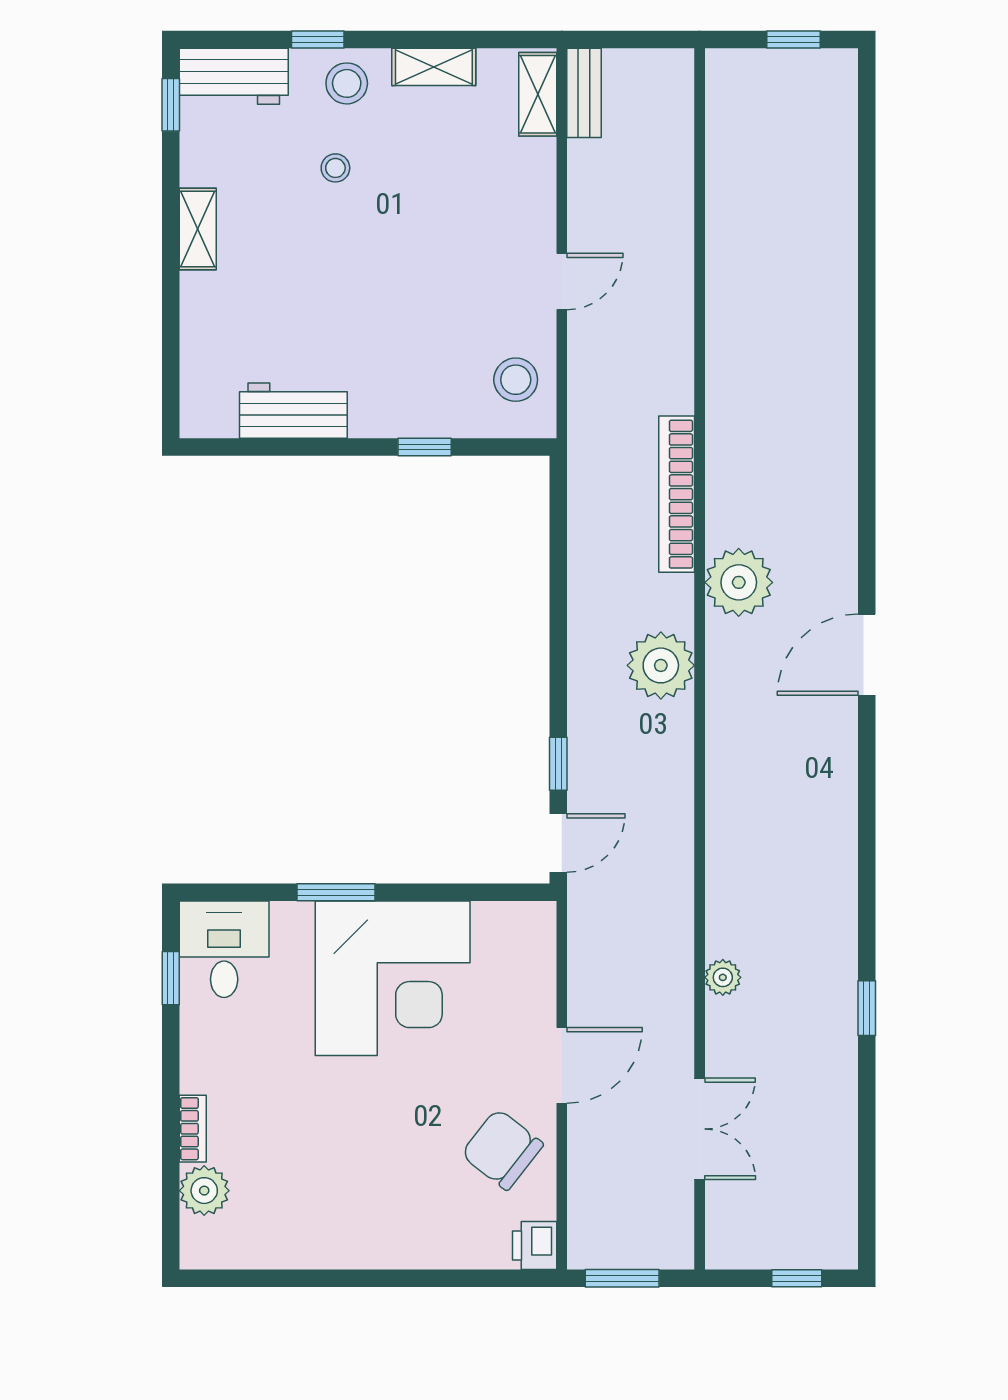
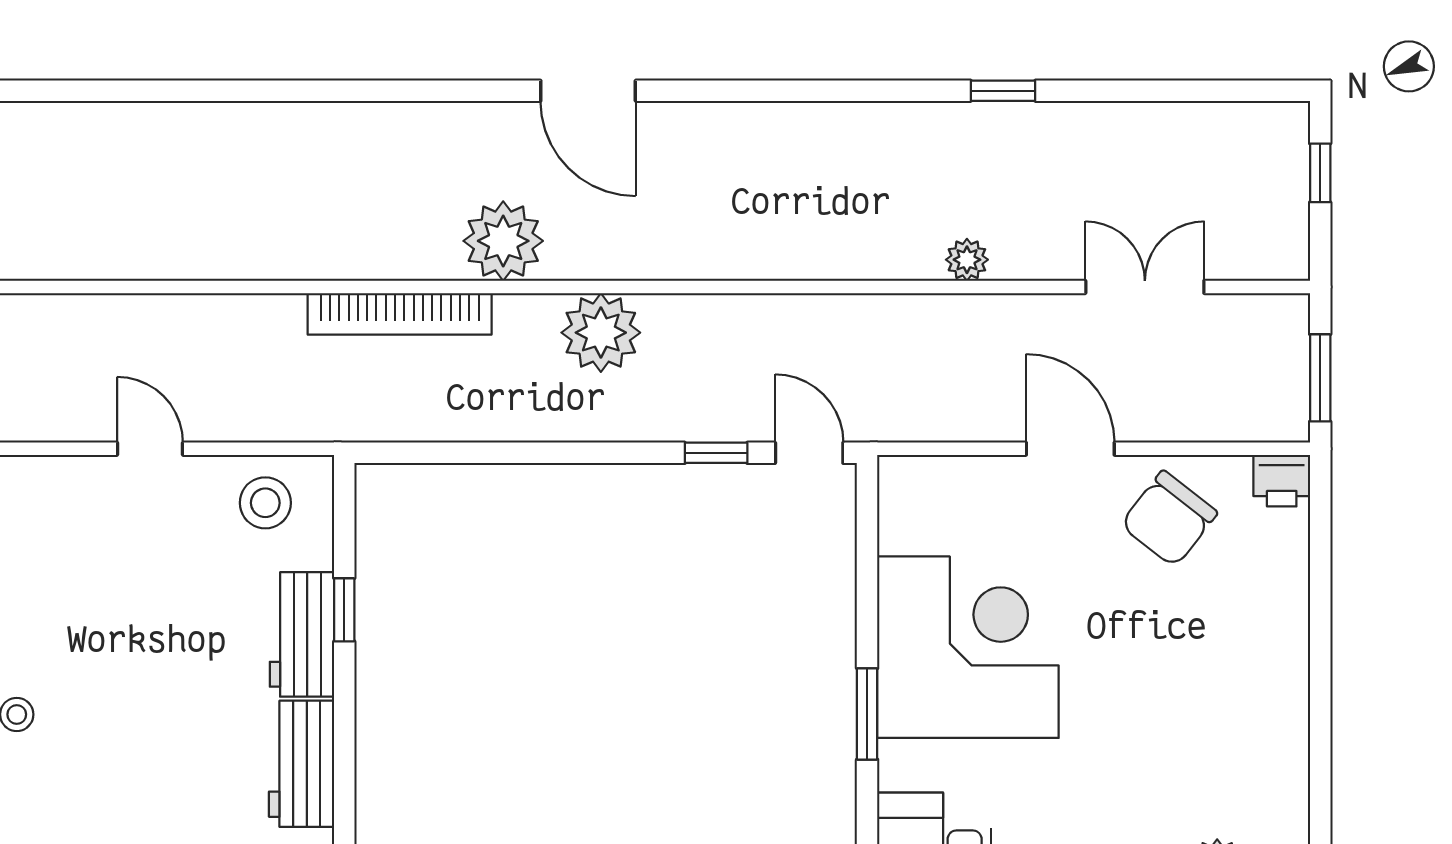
workbench: (404, 411) -> (302, 634), added

